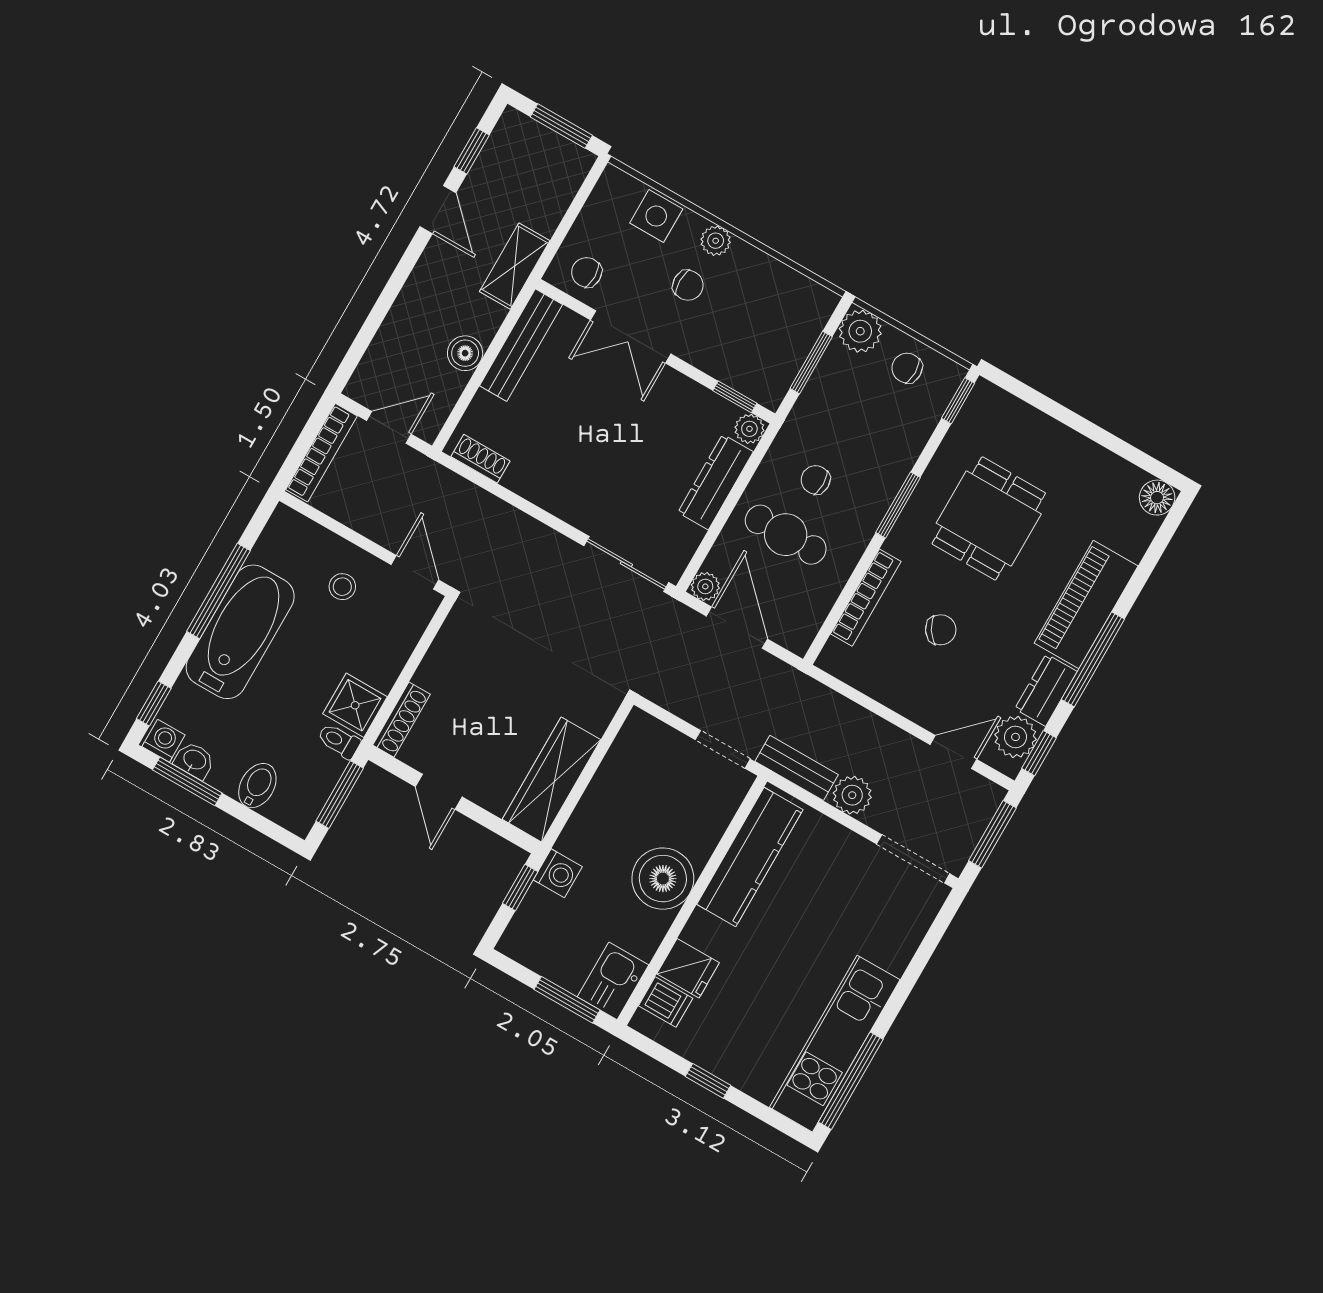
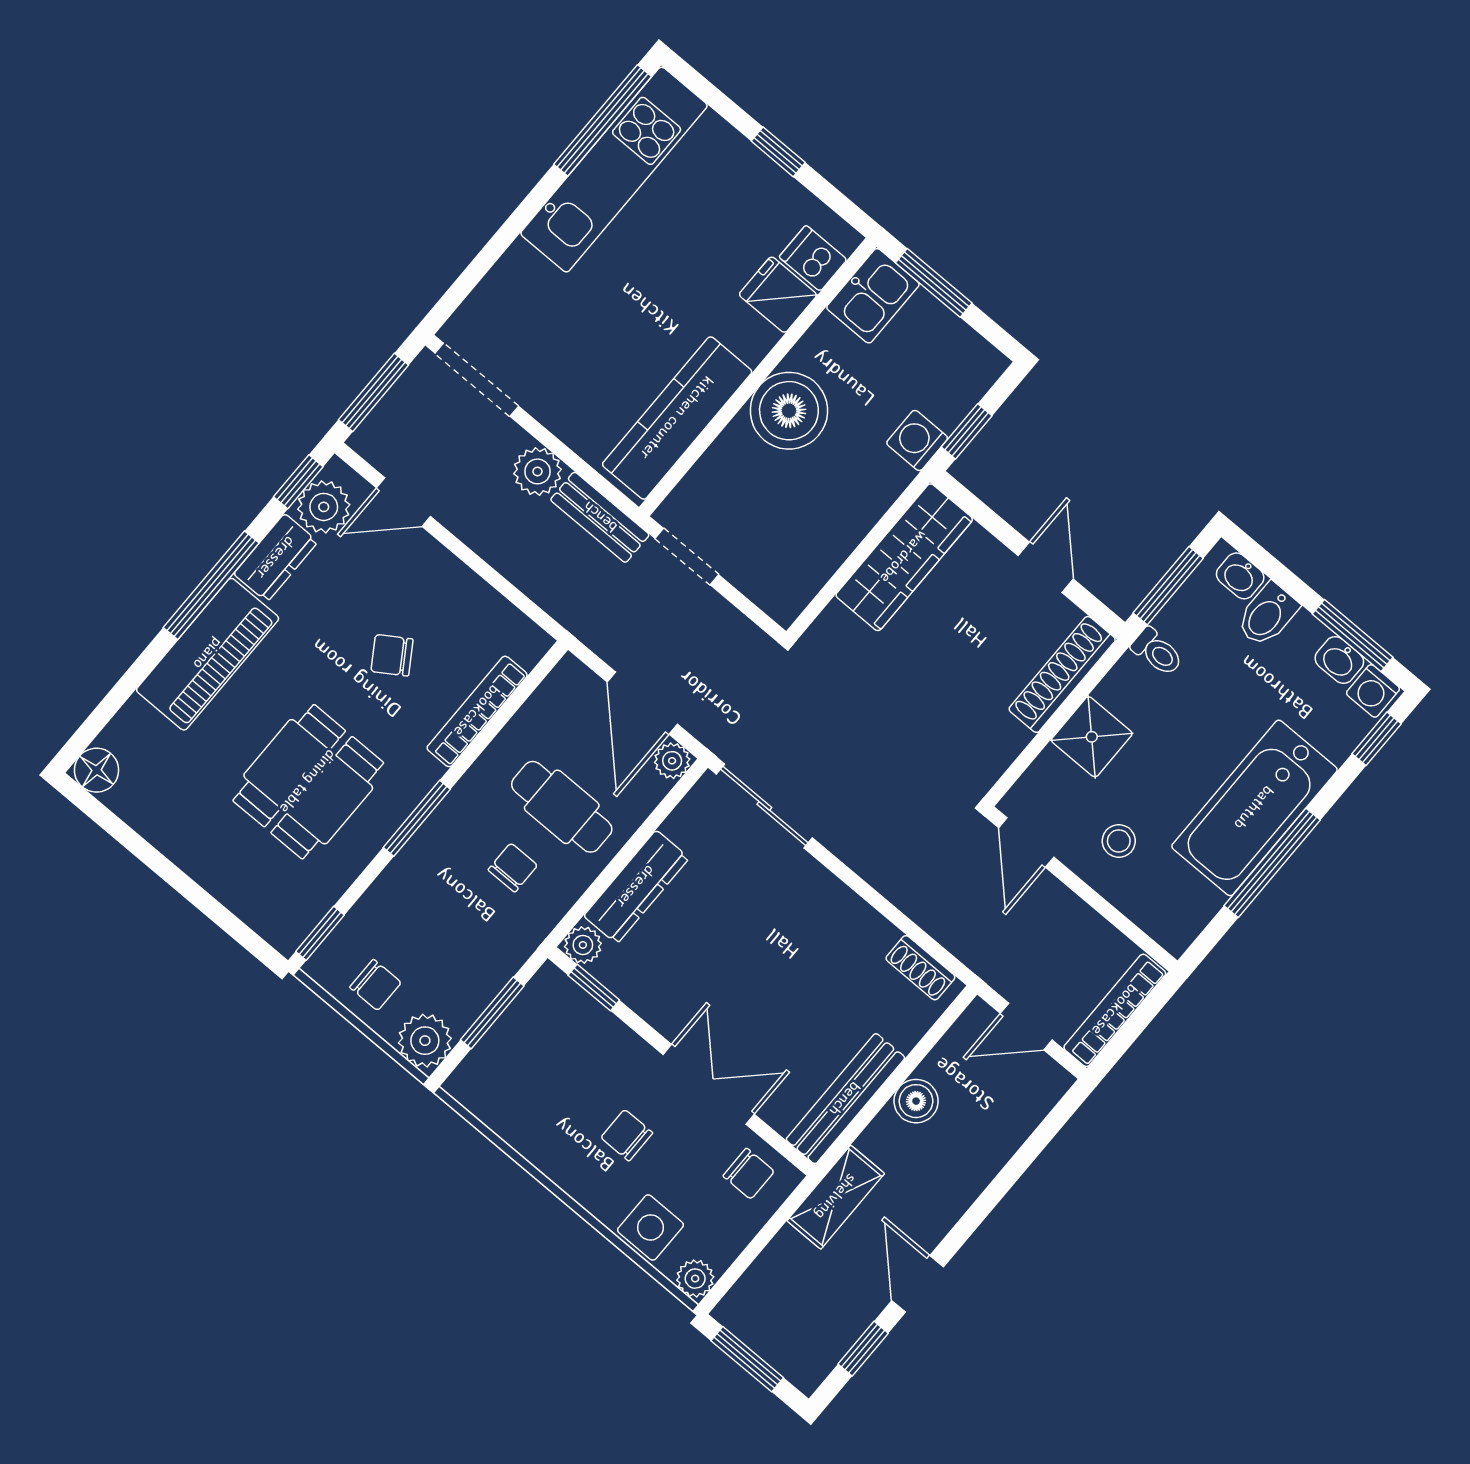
plant: (716, 241) -> (695, 1279), moved
chair: (816, 480) -> (513, 868), turned -90
shower: (355, 705) -> (1092, 737), moved
shoe rack: (401, 720) -> (1062, 674), width x1.36, depth x1.24
washbasin: (284, 812) -> (1240, 576), added

